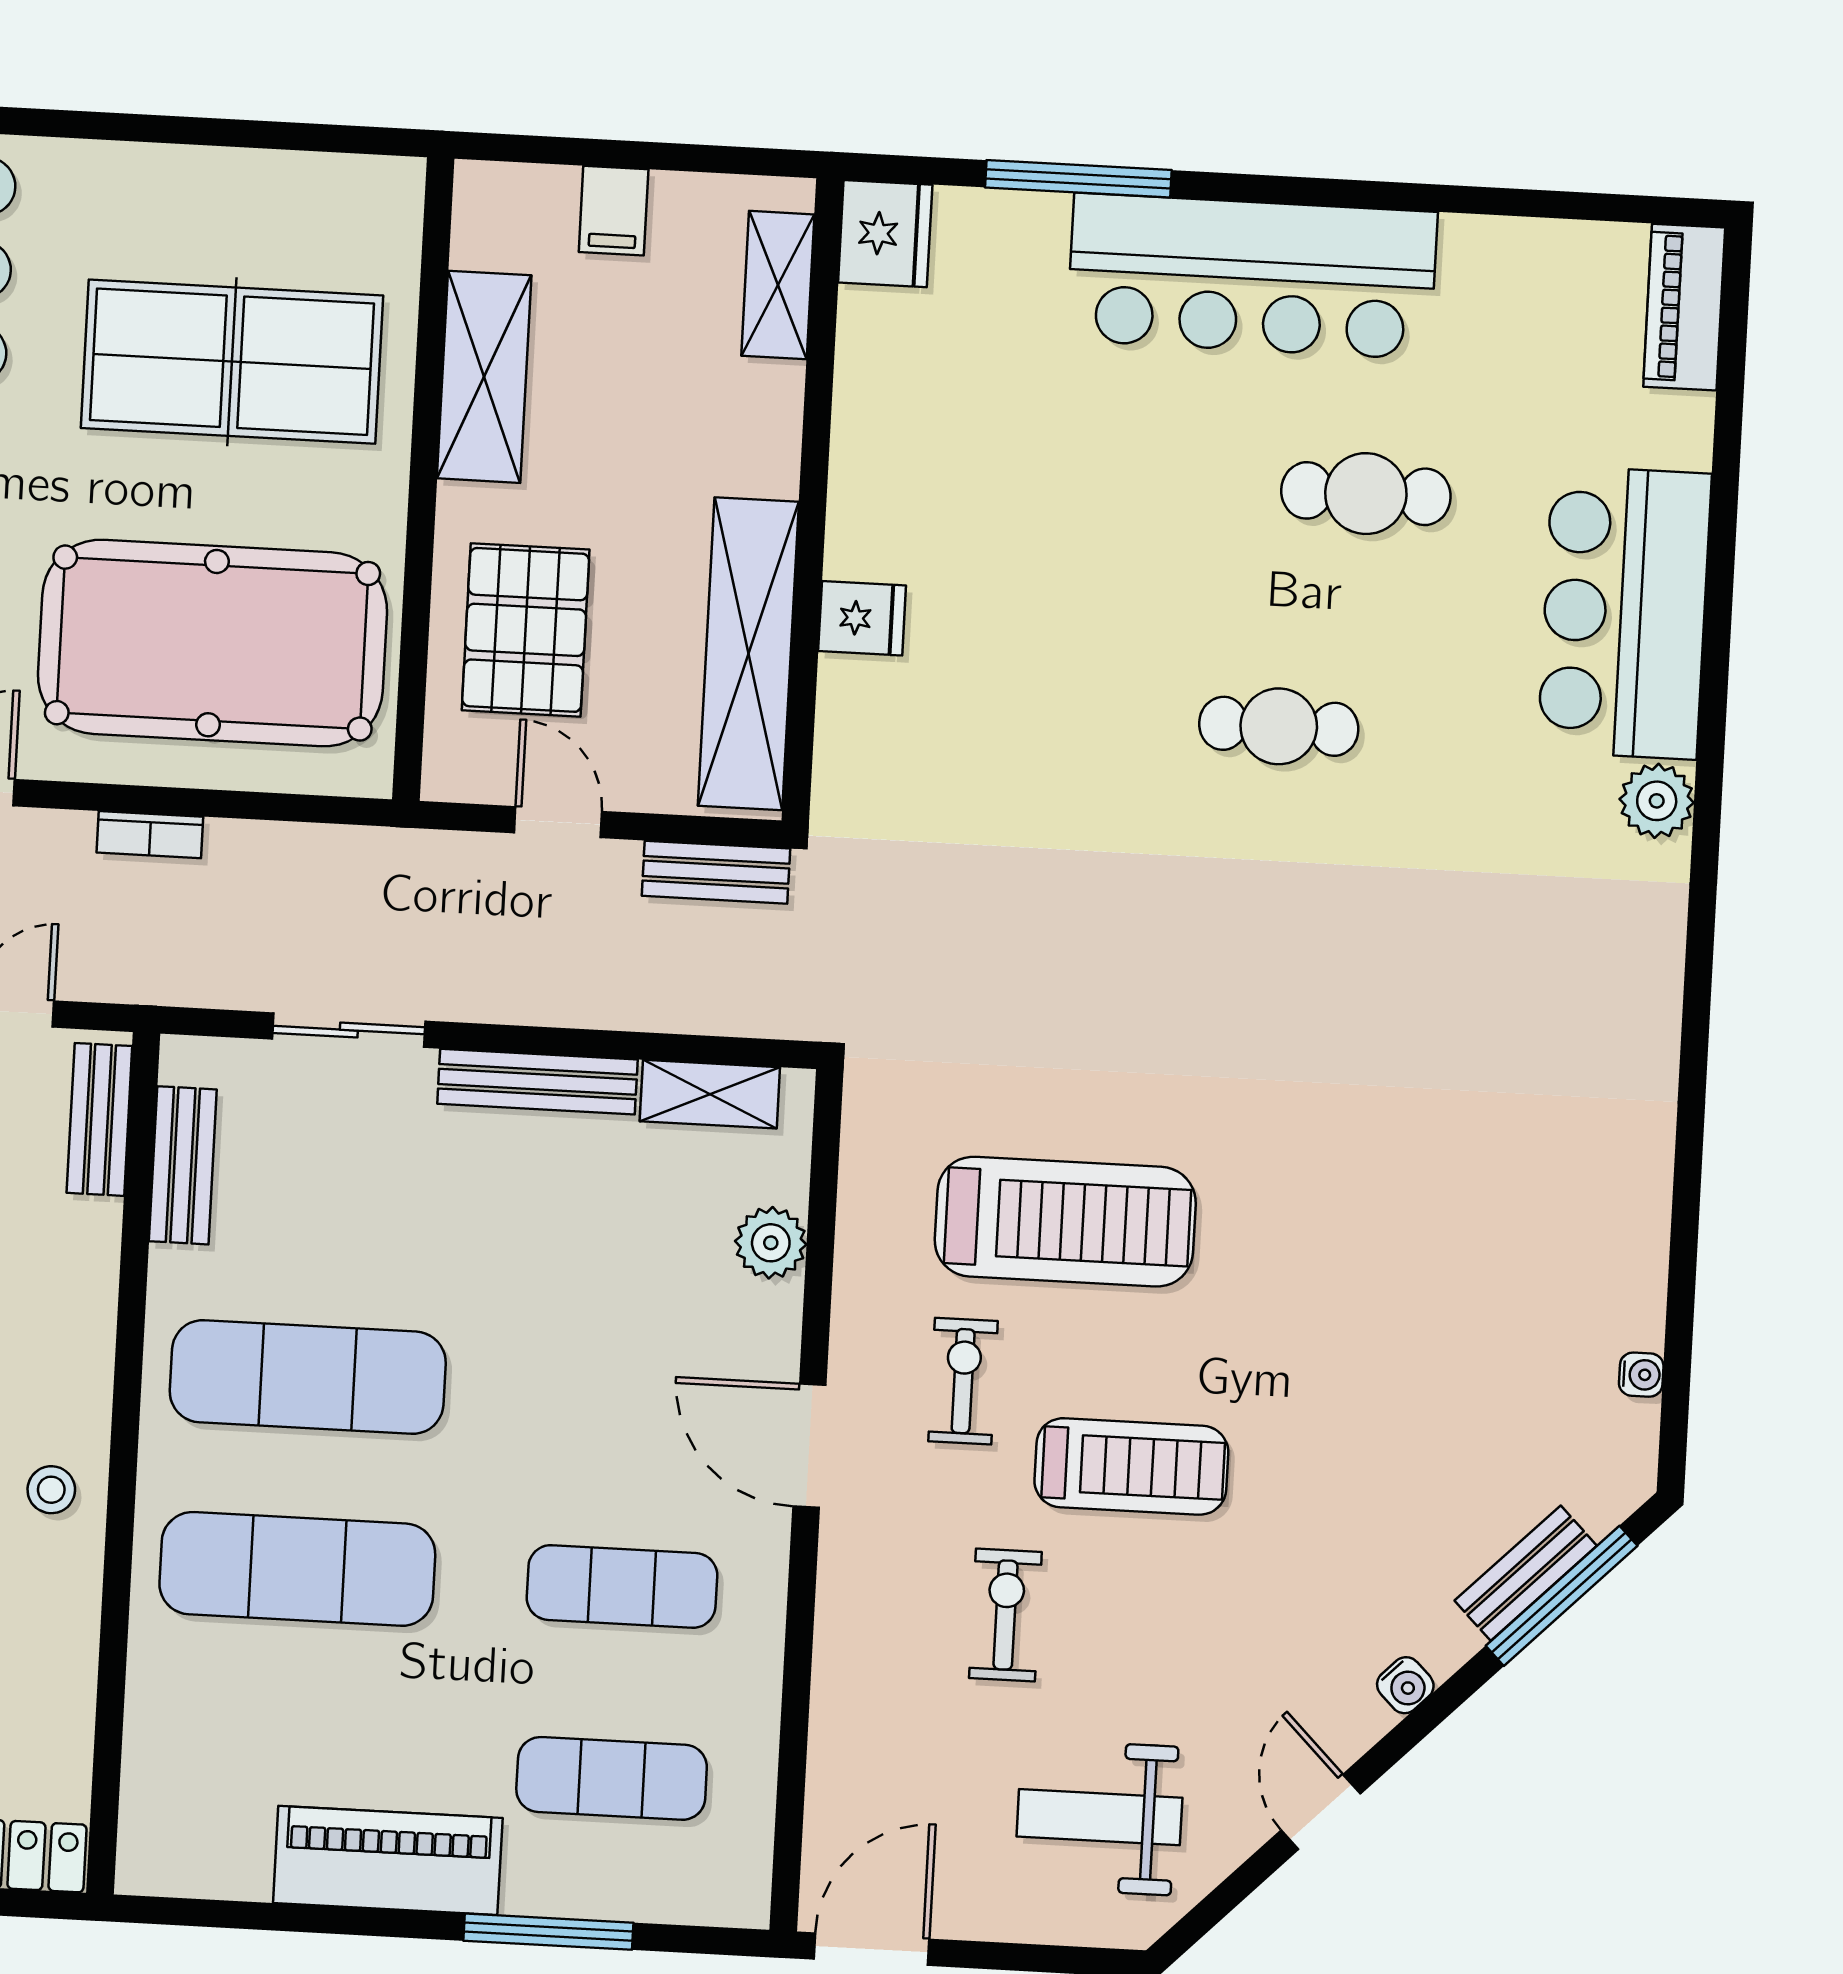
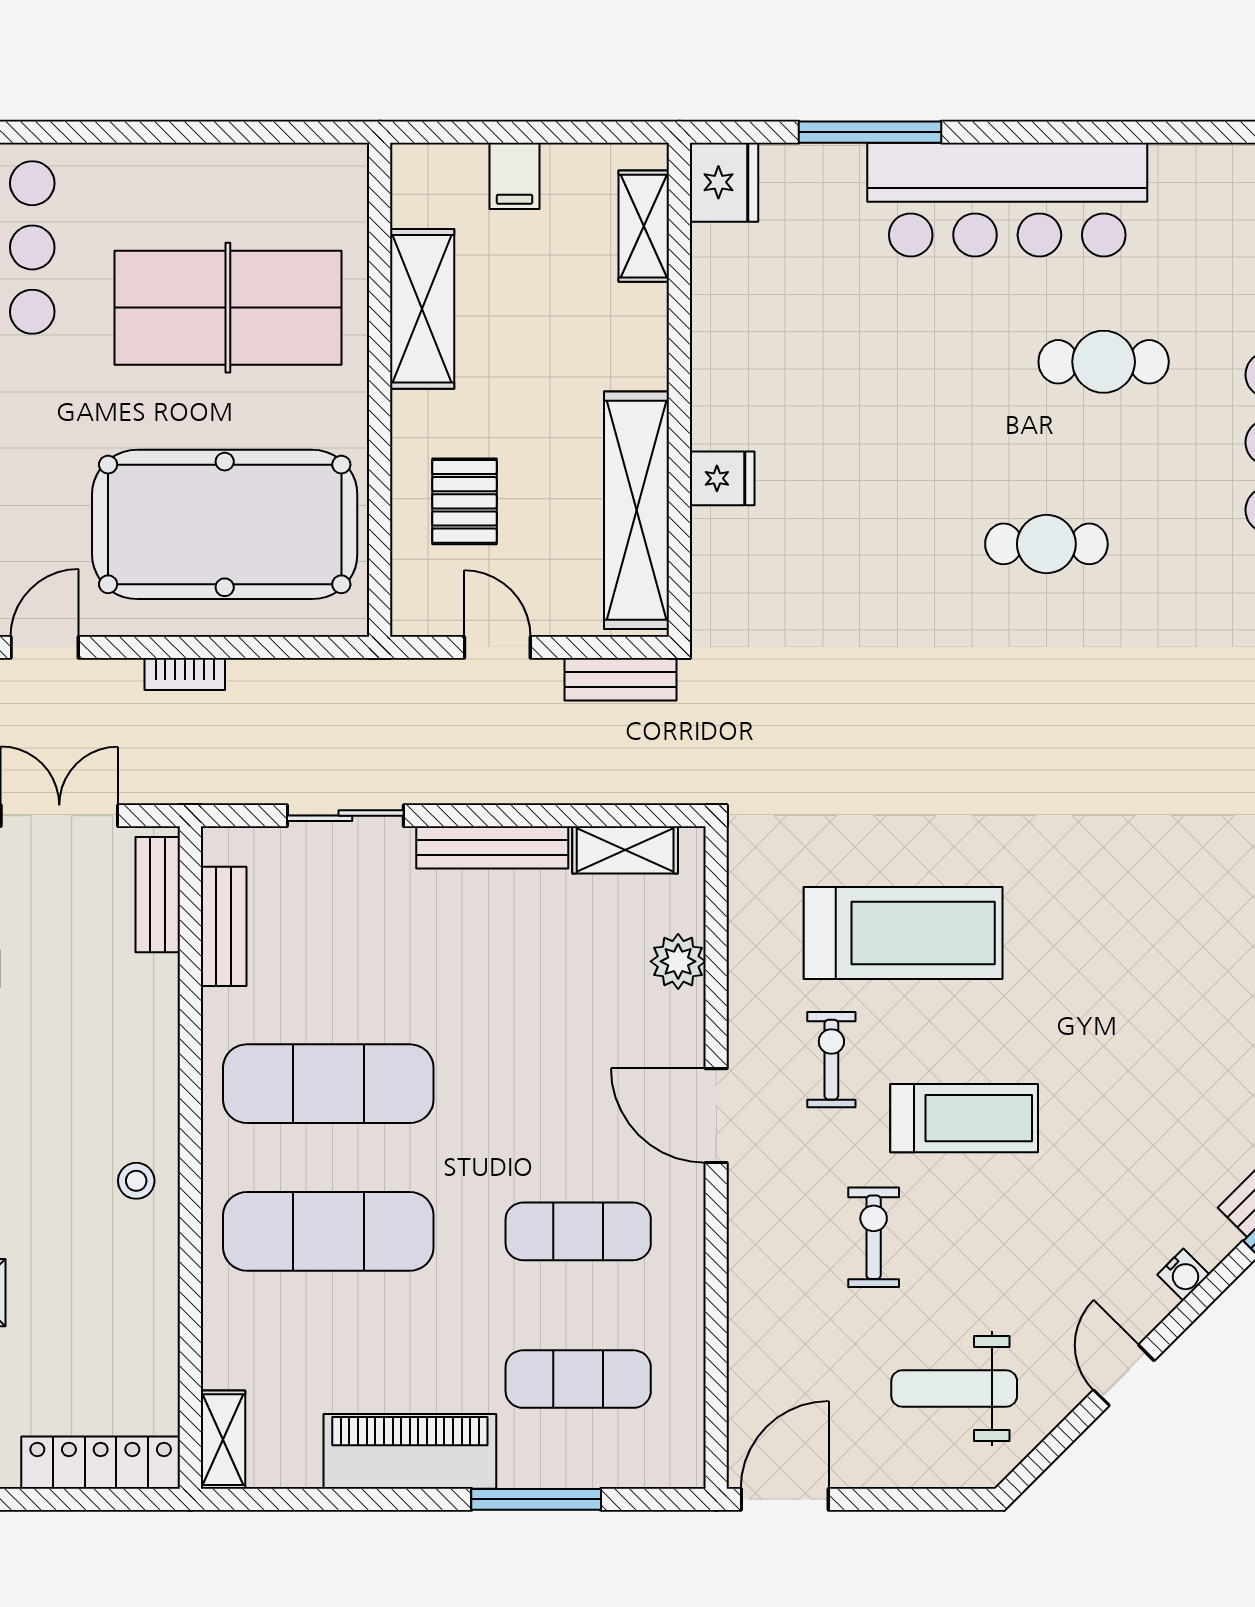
pallet: (526, 630) -> (464, 501), width x0.67, depth x0.71
shelving: (146, 1832) -> (223, 1440), added

